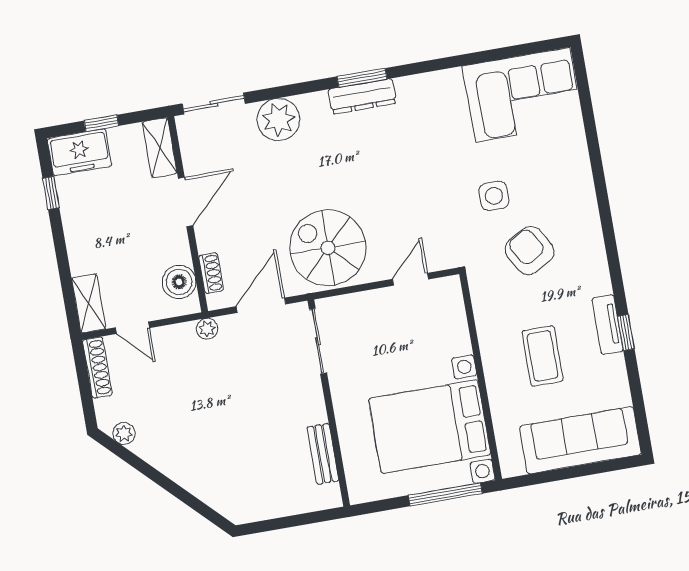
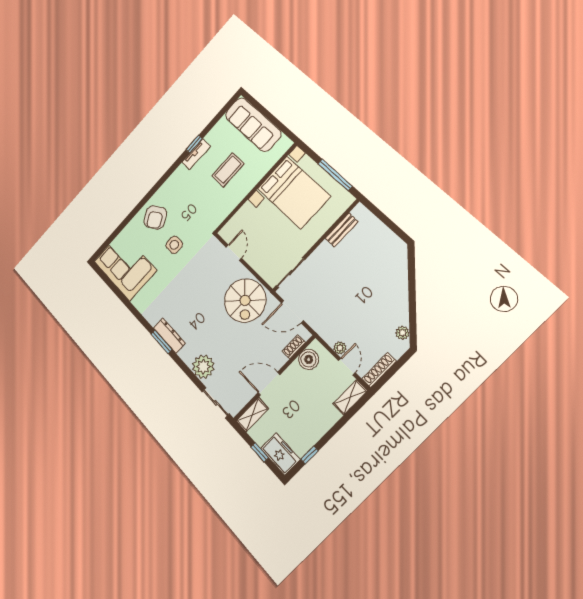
armchair: (530, 251) -> (155, 217), moved
door: (411, 279) -> (234, 253), swing flipped
plant: (207, 329) -> (340, 348), moved
window: (445, 494) -> (335, 175), moved

